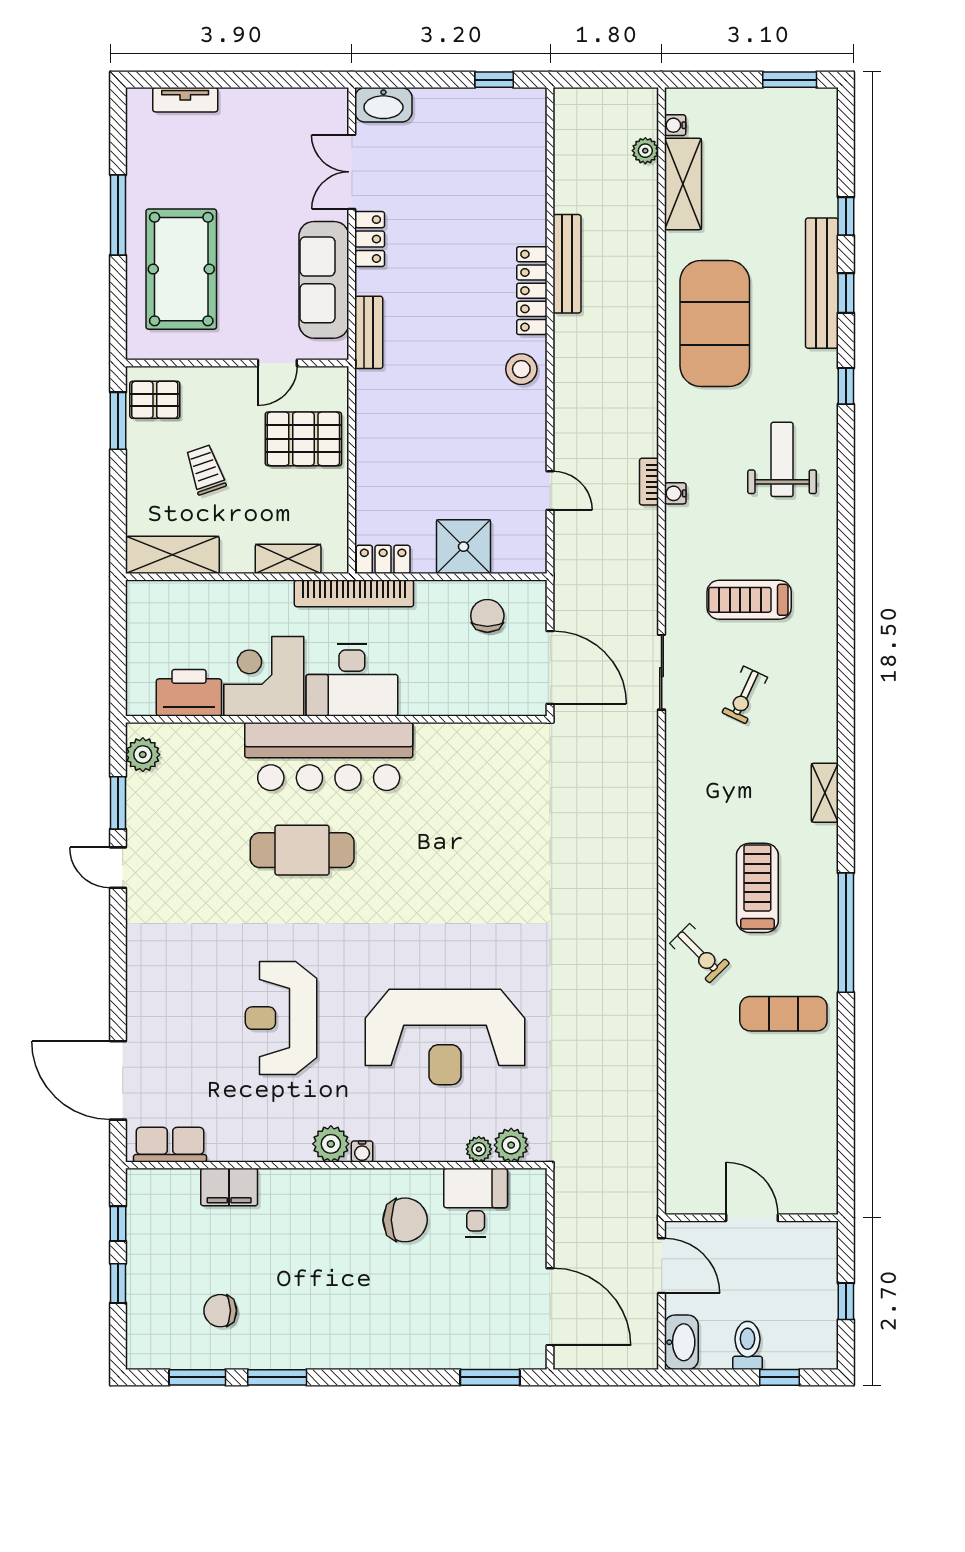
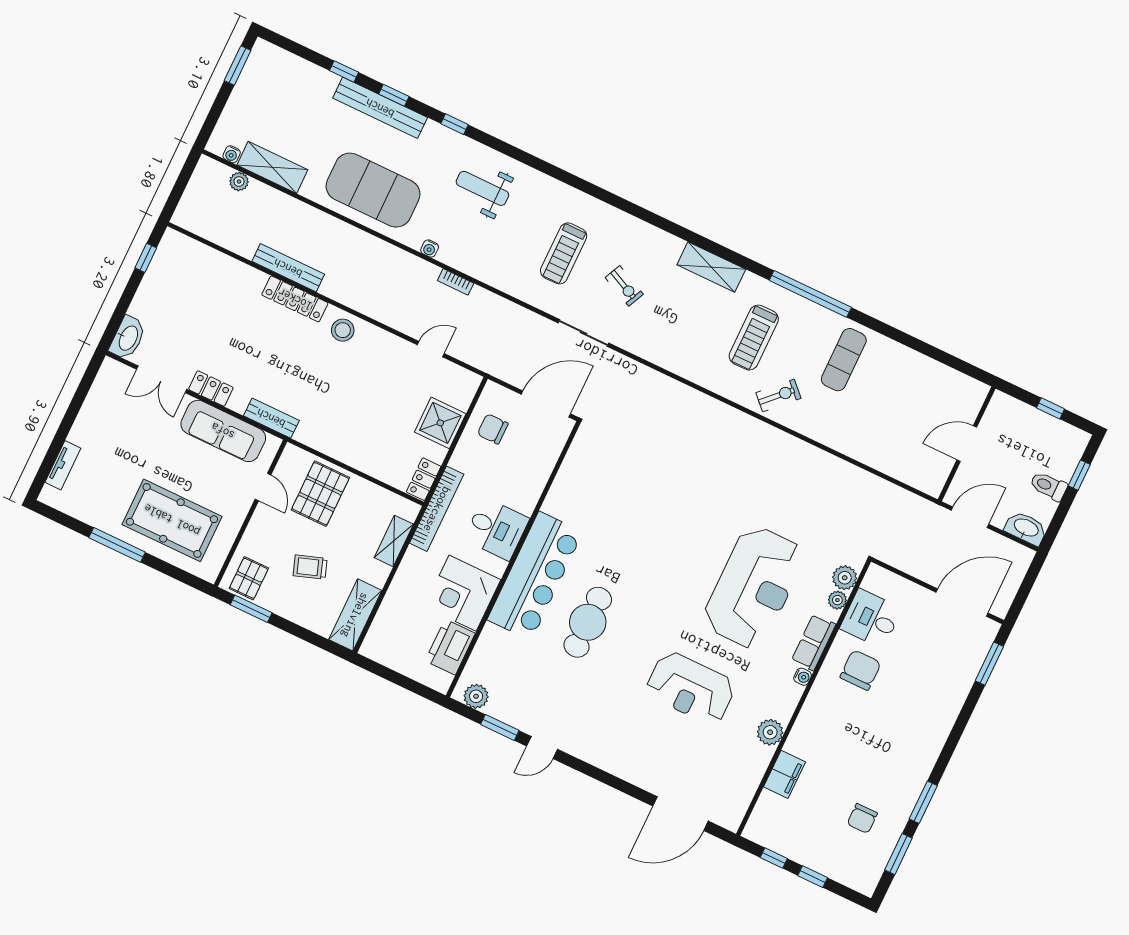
water cooler: (675, 493) -> (430, 249), moved
desk: (352, 680) -> (496, 529), width x0.73
shelving: (825, 793) -> (711, 267), width x1.50, depth x1.33
treadmill: (757, 888) -> (754, 338), turned -90
plant: (331, 1144) -> (770, 732), moved
row of seats: (170, 1145) -> (814, 642), moved

